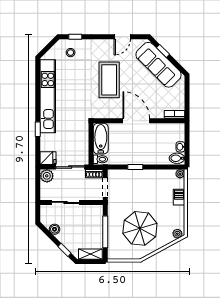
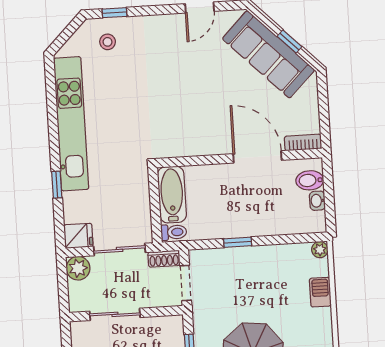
window: (163, 51) -> (289, 41), moved
coffee table: (109, 80) -> (181, 87), removed
door: (136, 121) -> (257, 157), moved
bidet: (177, 158) -> (310, 180), moved

